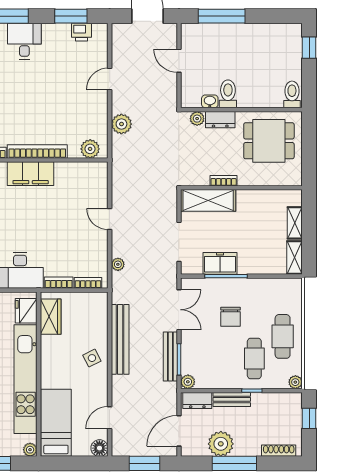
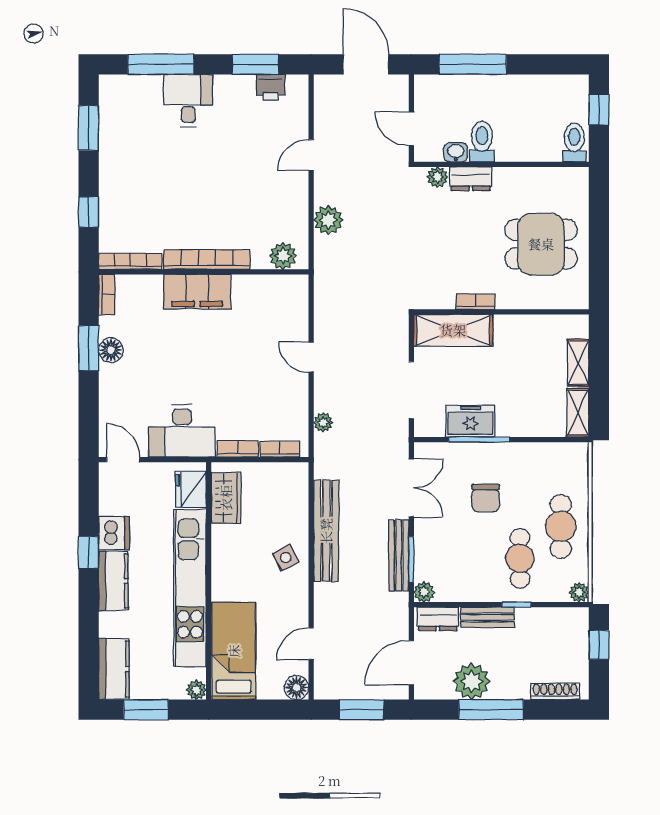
toilet: (228, 94) -> (482, 141), moved
toilet: (292, 94) -> (574, 142), moved
washbasin: (210, 101) -> (456, 152), moved
wall: (241, 110) -> (501, 164), moved
plant: (197, 119) -> (437, 177), moved
dresser: (220, 120) -> (471, 179), moved

